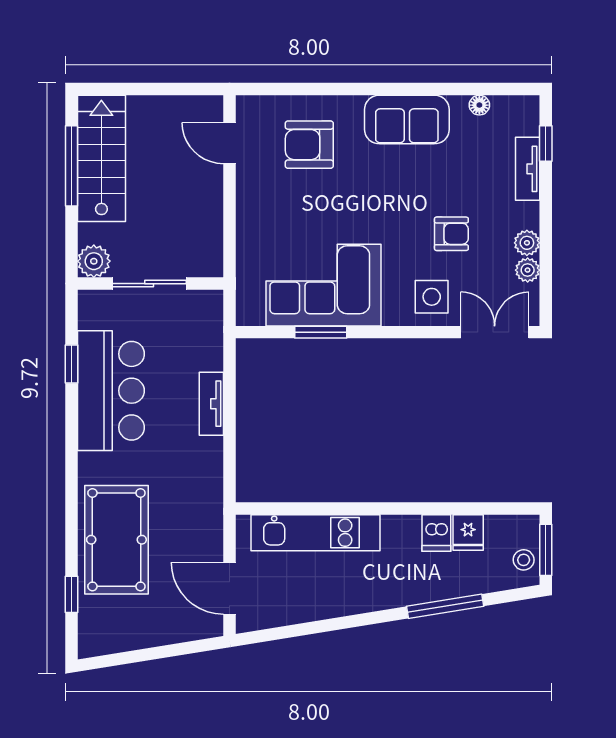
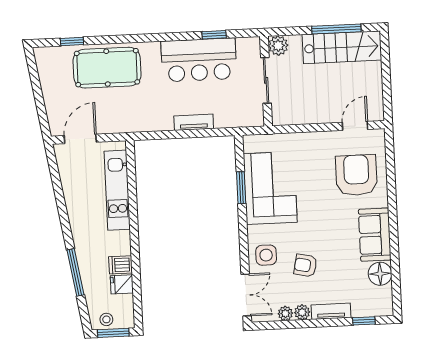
floor lamp: (479, 105) -> (380, 274), width x1.89, depth x1.89
armchair: (309, 145) -> (356, 175), width x1.36, depth x1.36
tv unit: (528, 169) -> (331, 311), moved
armchair: (451, 234) -> (306, 265), turned 102

